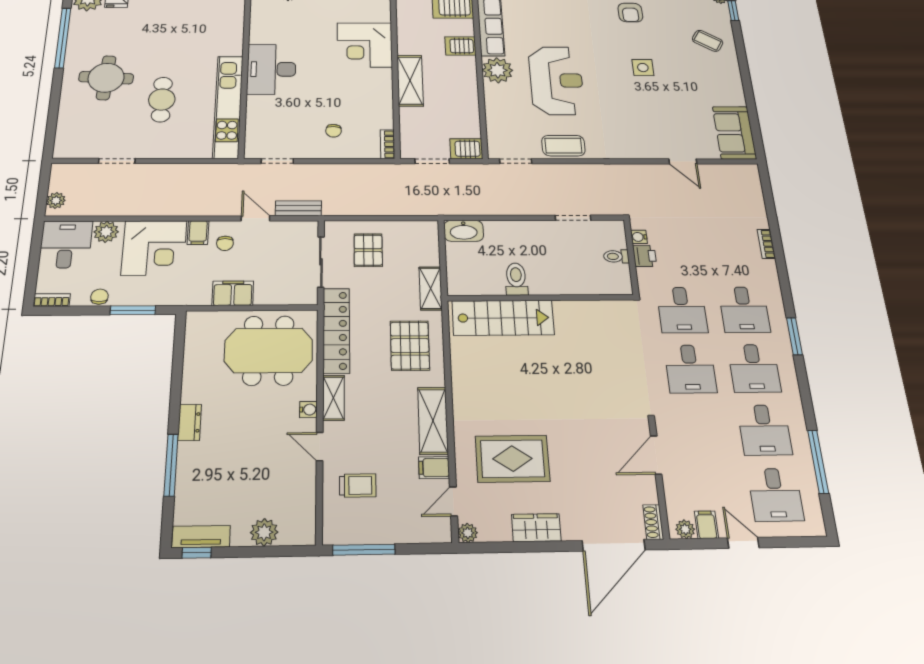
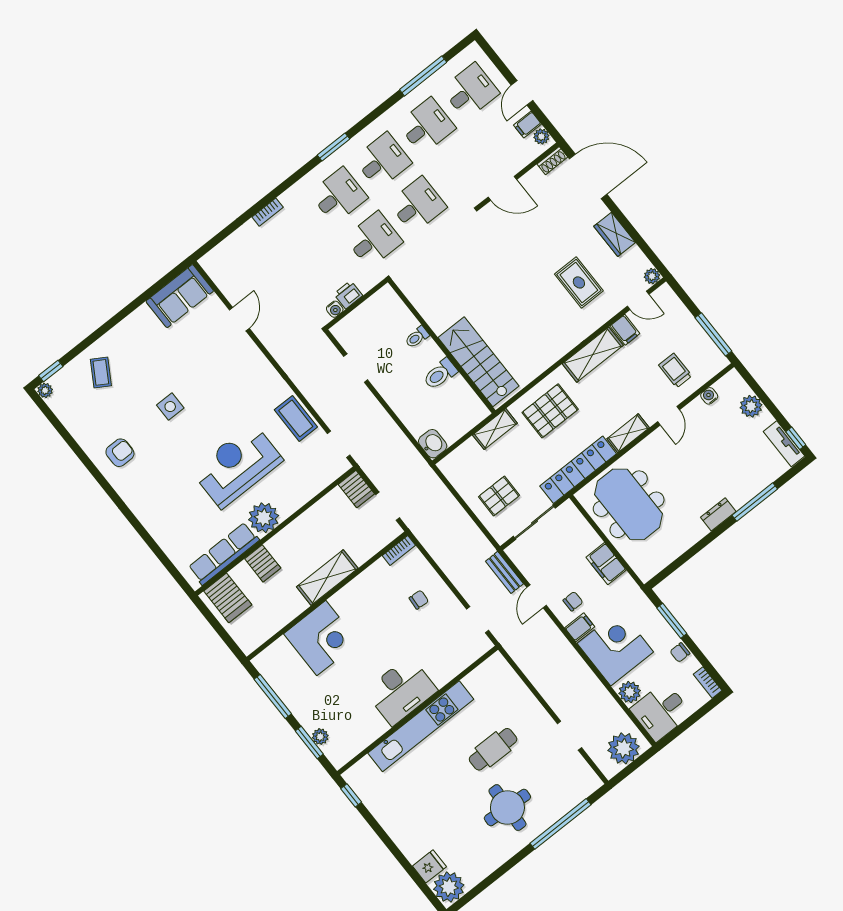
window: (63, 38) -> (560, 824), moved
kitchen unit: (228, 107) -> (421, 726), moved
plant: (56, 201) -> (624, 748), width x1.88, depth x1.88
washbasin: (464, 231) -> (433, 444), width x0.72
toilet: (616, 256) -> (417, 337), moved, turned 90
water cooler: (308, 410) -> (709, 396), moved
rug: (512, 459) -> (579, 282), width x0.73, depth x0.70

